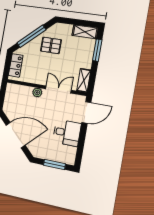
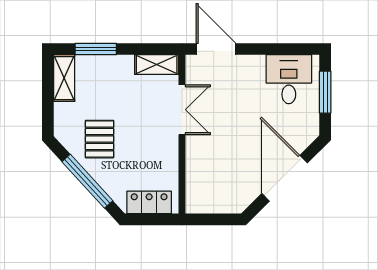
double door: (58, 90) -> (182, 110), swing flipped
plant: (37, 92) -> (195, 150), removed
desk: (67, 133) -> (289, 79), moved

